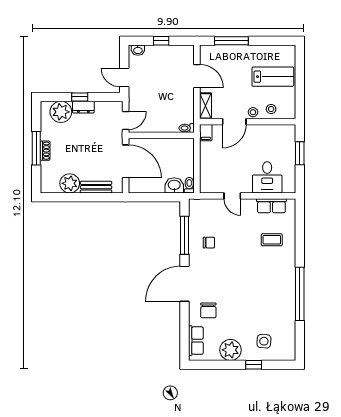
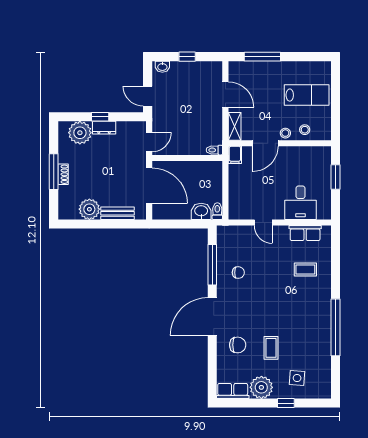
chair: (208, 310) -> (238, 345), turned -90
coffee table: (240, 313) -> (271, 348), added
row of seats: (196, 341) -> (233, 391), moved, turned -90

